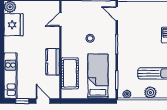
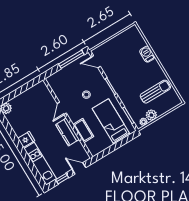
door: (60, 19) -> (62, 108), moved
fridge: (14, 25) -> (26, 139), moved, width x0.53, depth x0.75
cot: (70, 73) -> (83, 130), width x0.73, depth x0.75
plant: (150, 92) -> (151, 115), moved

